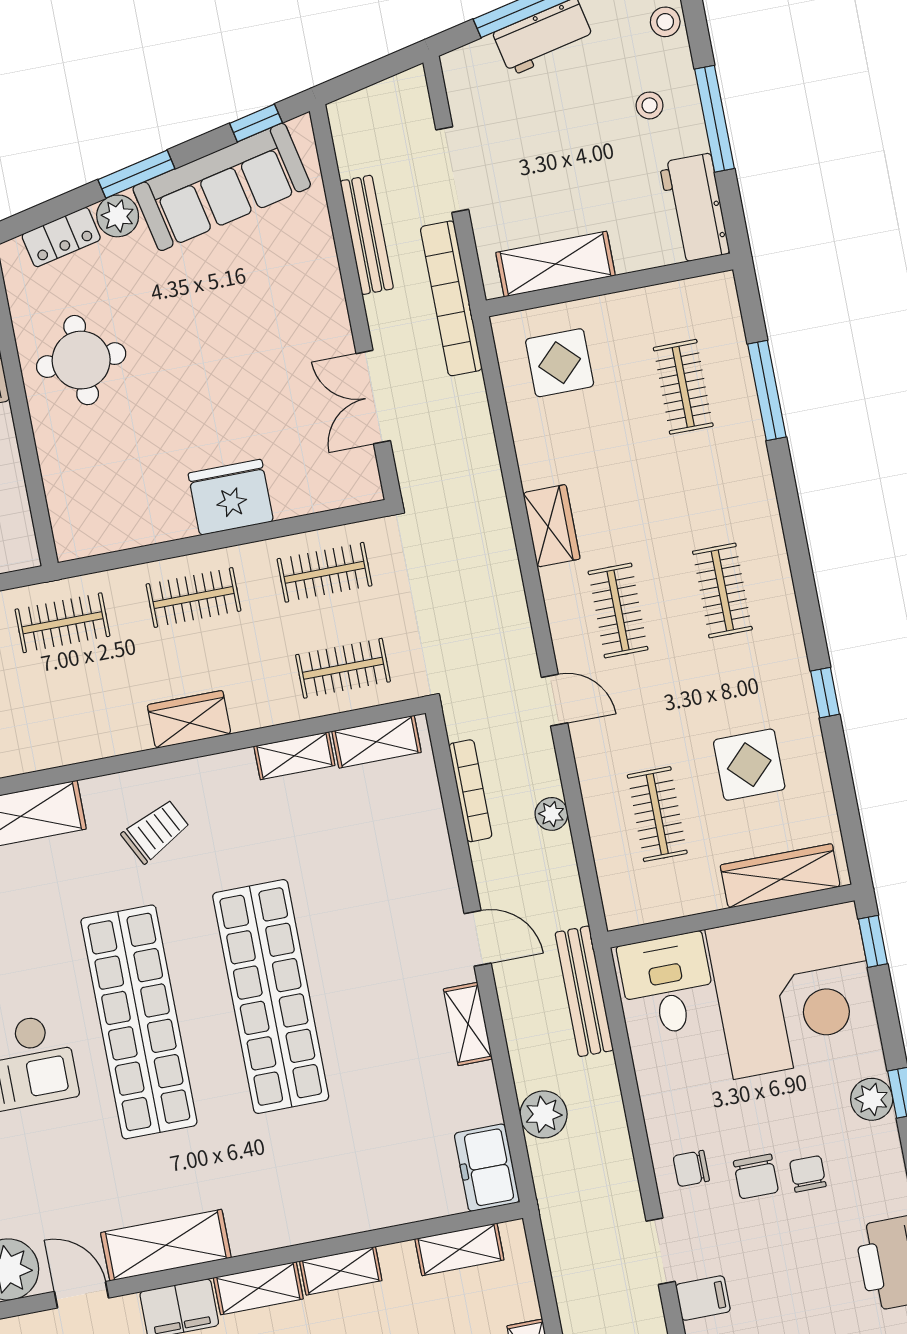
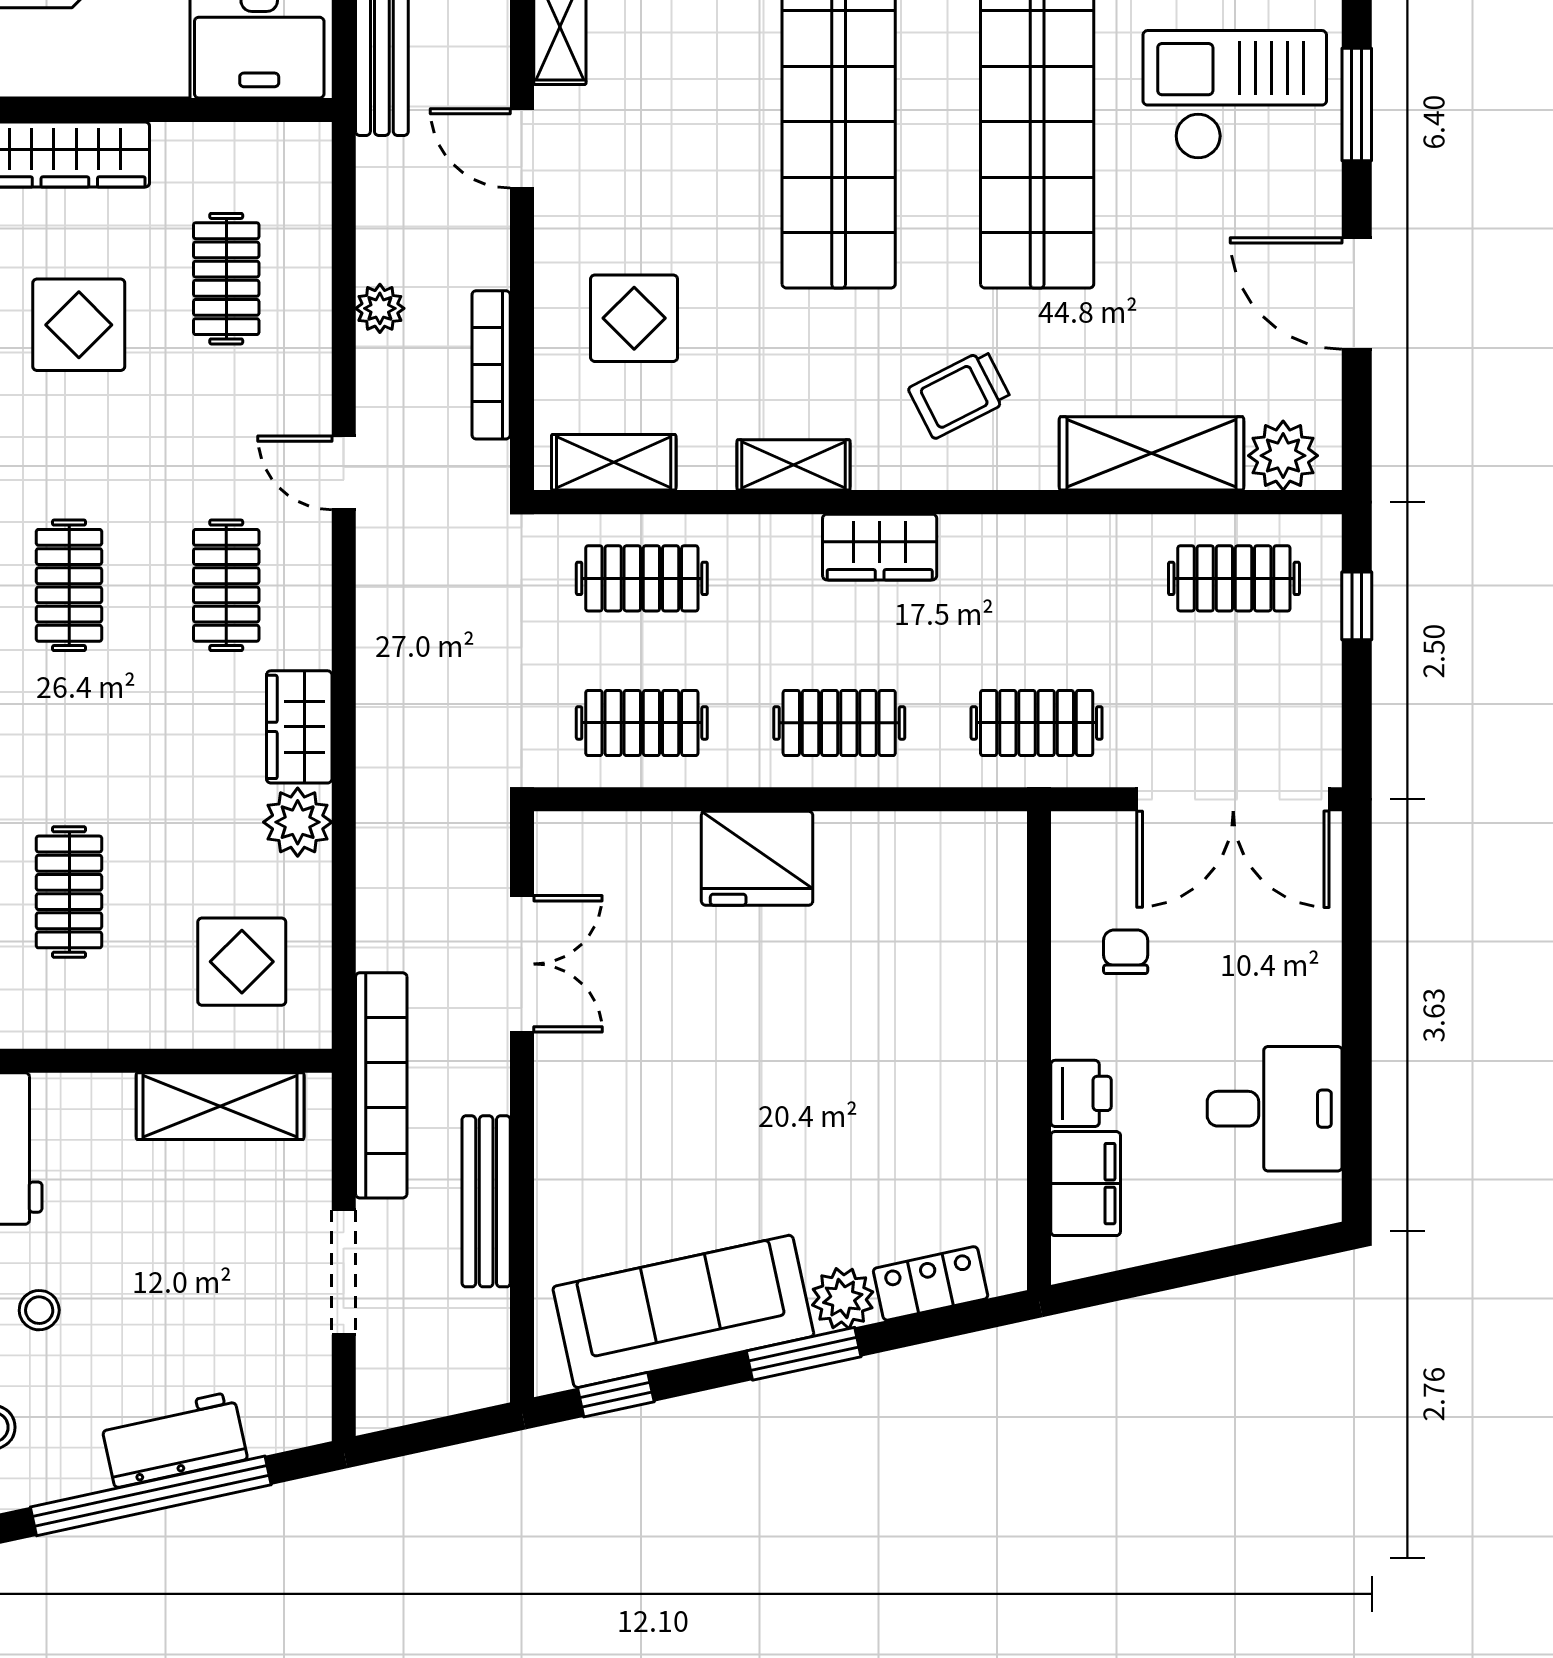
round table: (81, 360) -> (936, 1099), removed
plant: (540, 462) -> (298, 822), added
shelving: (294, 756) -> (794, 465), moved
display table: (381, 840) -> (634, 318), added

